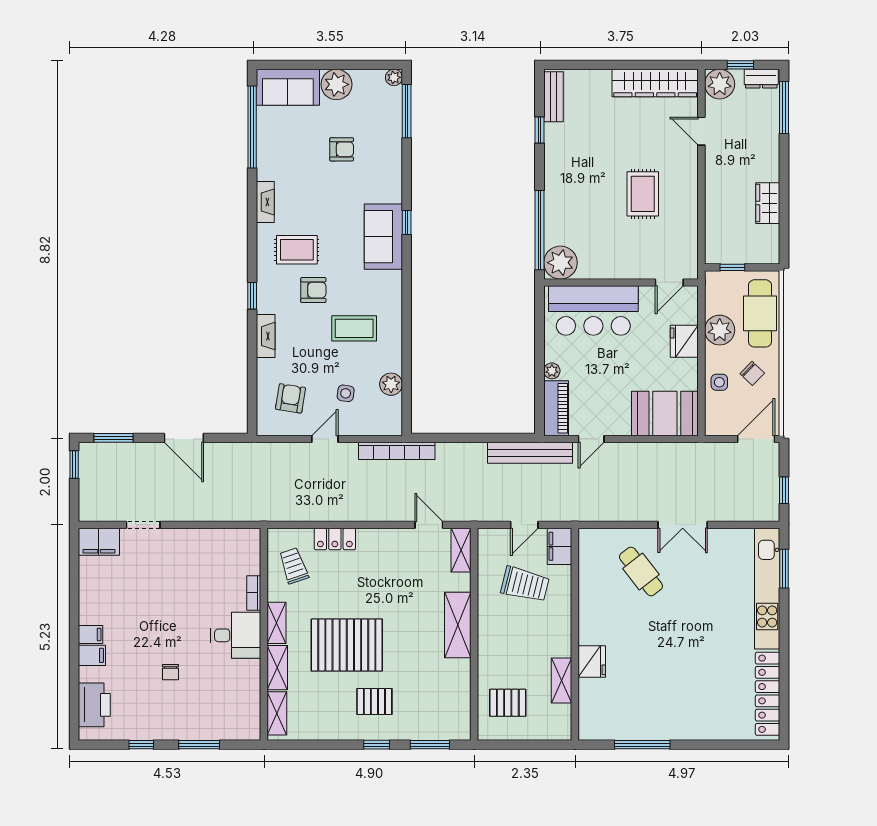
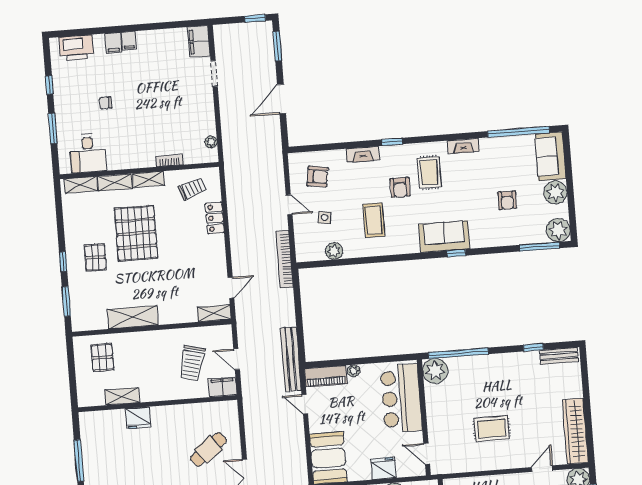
plant: (394, 77) -> (558, 230), width x1.88, depth x1.88
plant: (233, 536) -> (211, 142), added
shelving: (458, 625) -> (133, 317), moved
desk: (236, 635) -> (88, 153), moved

